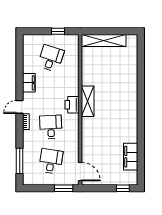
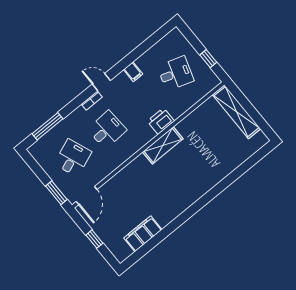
filing cabinet: (29, 83) -> (133, 72), width x0.50
printer: (72, 105) -> (161, 121), moved
desk: (51, 161) -> (73, 158), turned -30
window: (123, 188) -> (94, 239), moved

